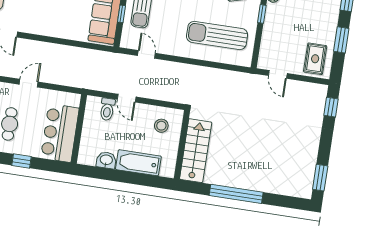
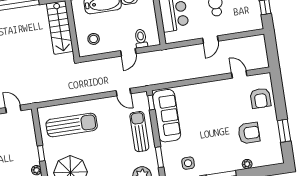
window: (121, 14) -> (151, 103), moved
door: (127, 98) -> (128, 52), swing flipped

